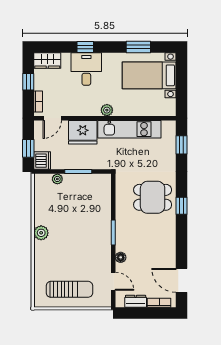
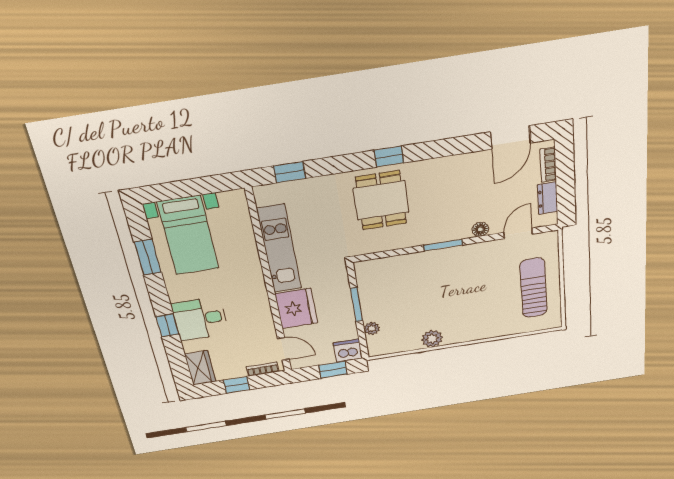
plant: (107, 110) -> (256, 283), removed
plant: (41, 233) -> (432, 339), moved

